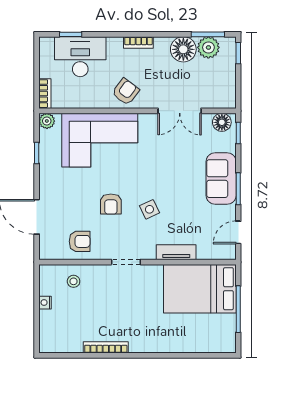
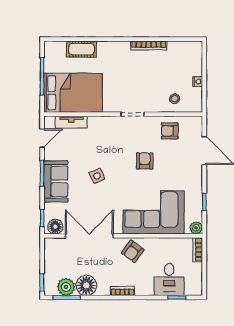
desk: (80, 57) -> (169, 279), width x0.73
double door: (180, 111) -> (89, 236), width x1.37
side table: (149, 209) -> (97, 176), moved
tv unit: (176, 252) -> (71, 122), moved
cot: (189, 343) -> (81, 49), added

